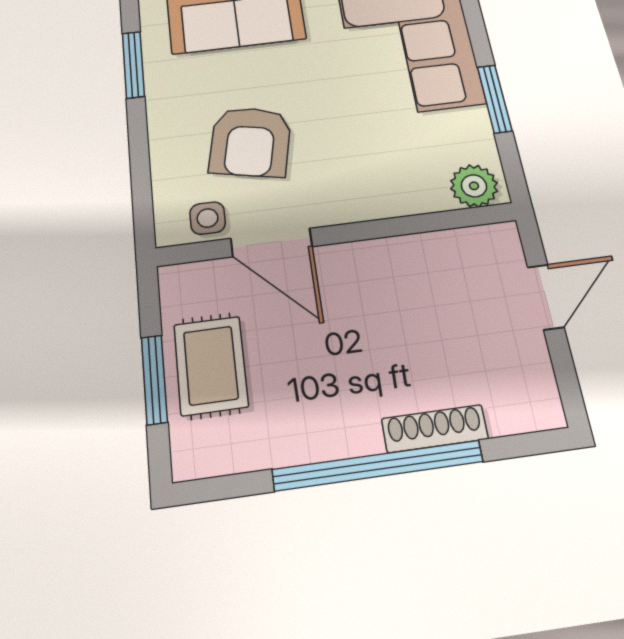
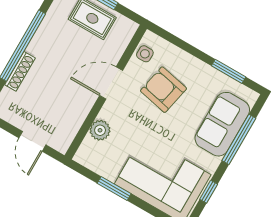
plant: (474, 186) -> (100, 130), moved
door: (271, 243) -> (111, 83), moved

